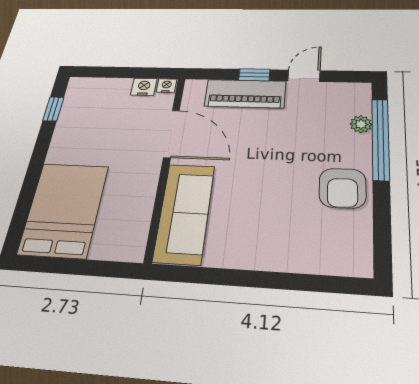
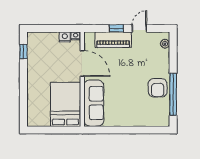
plant: (361, 124) -> (165, 44), moved
window: (380, 139) -> (173, 94), moved
bed: (64, 209) -> (66, 104), moved

